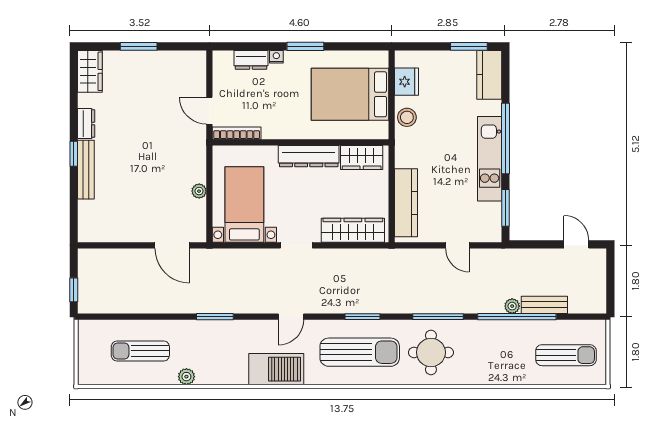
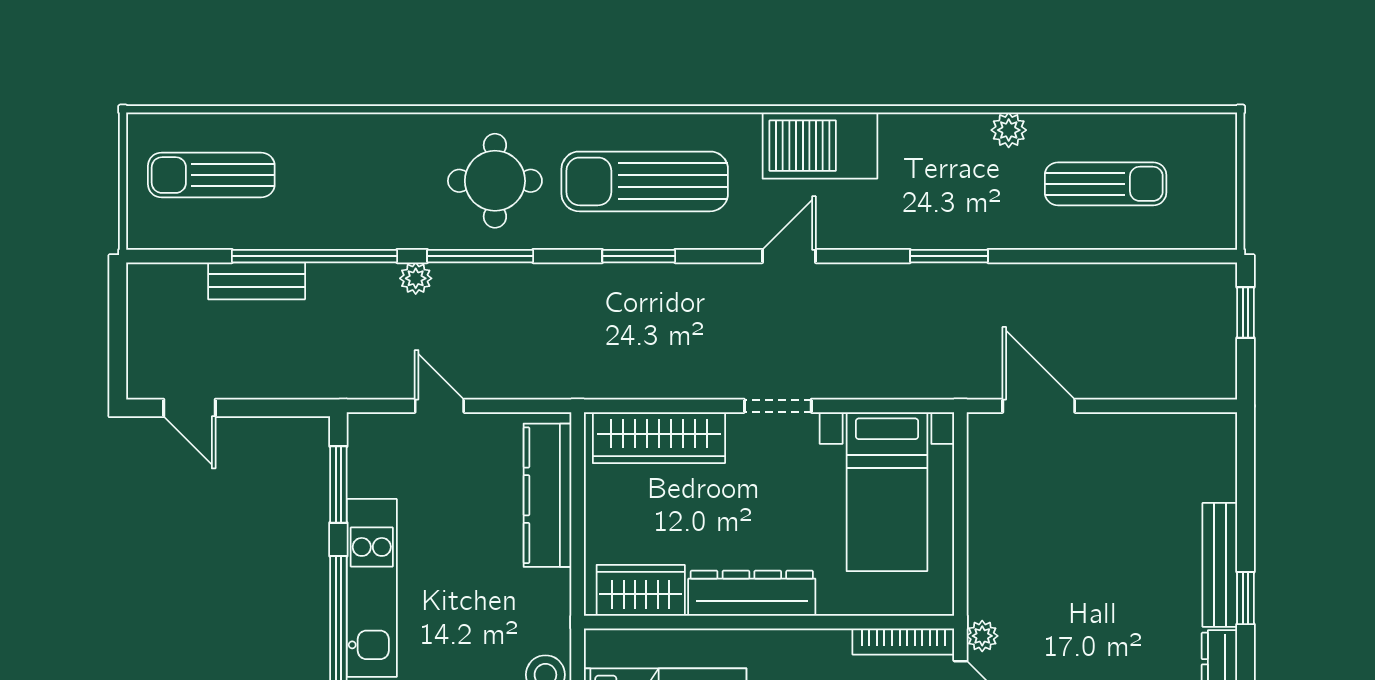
plant: (199, 191) -> (982, 636), moved
plant: (512, 306) -> (416, 278), moved

